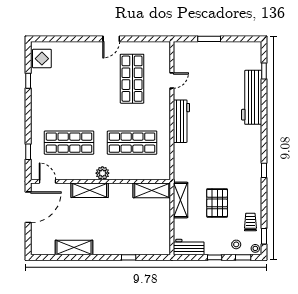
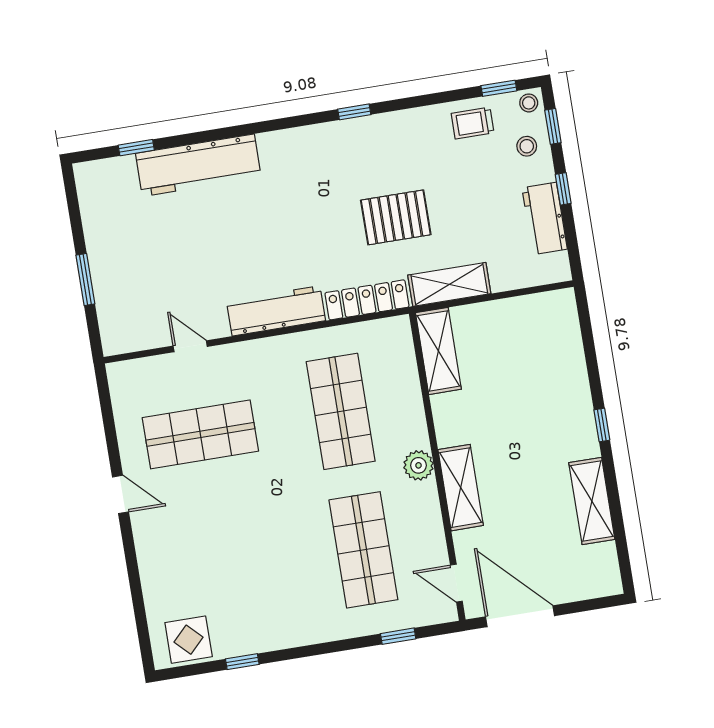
locker: (180, 162) -> (367, 300), added
door: (47, 181) -> (456, 583), hinge flipped
pallet: (217, 203) -> (396, 217), moved
workbench: (189, 247) -> (545, 218), moved
window: (129, 257) -> (602, 425), moved

